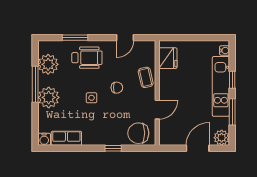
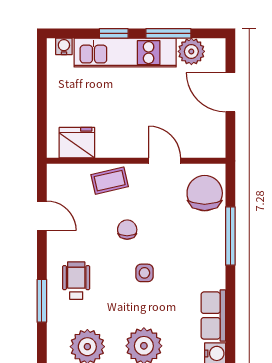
wheelchair: (87, 58) -> (76, 281), width x0.73, depth x0.73
chair: (138, 133) -> (205, 193), turned 180
plant: (222, 138) -> (191, 51), moved
window: (113, 148) -> (230, 236), width x2.17

